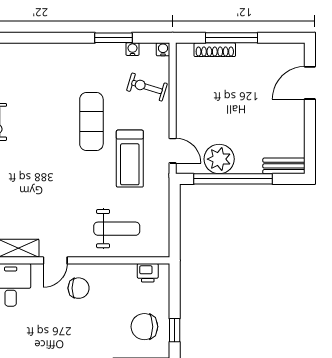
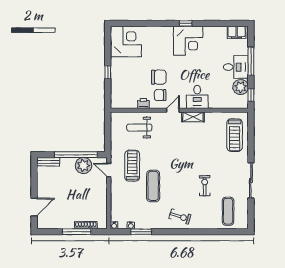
exercise bike: (147, 87) -> (180, 217), moved
printer: (148, 273) -> (143, 103), moved
chair: (144, 327) -> (159, 77), moved

